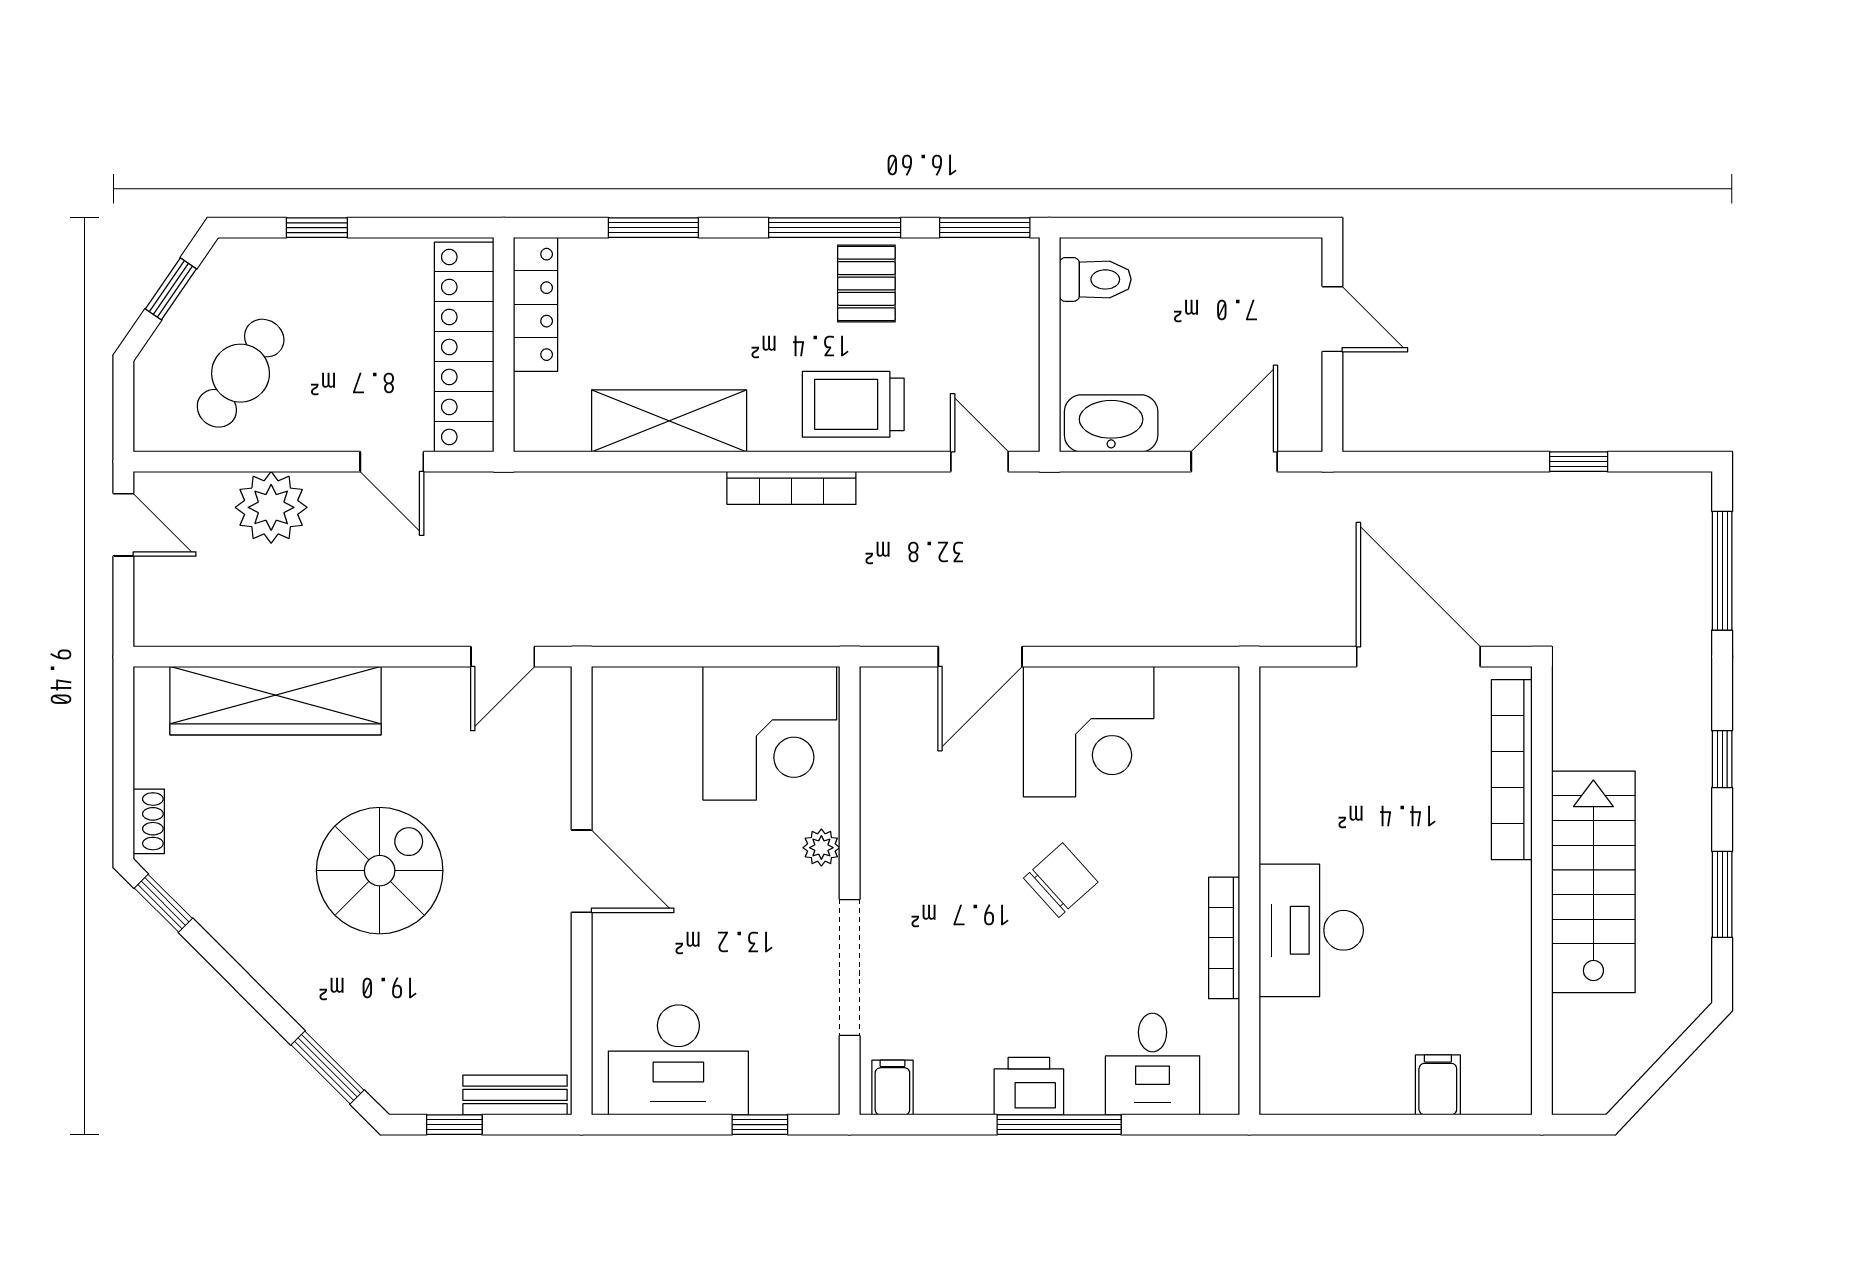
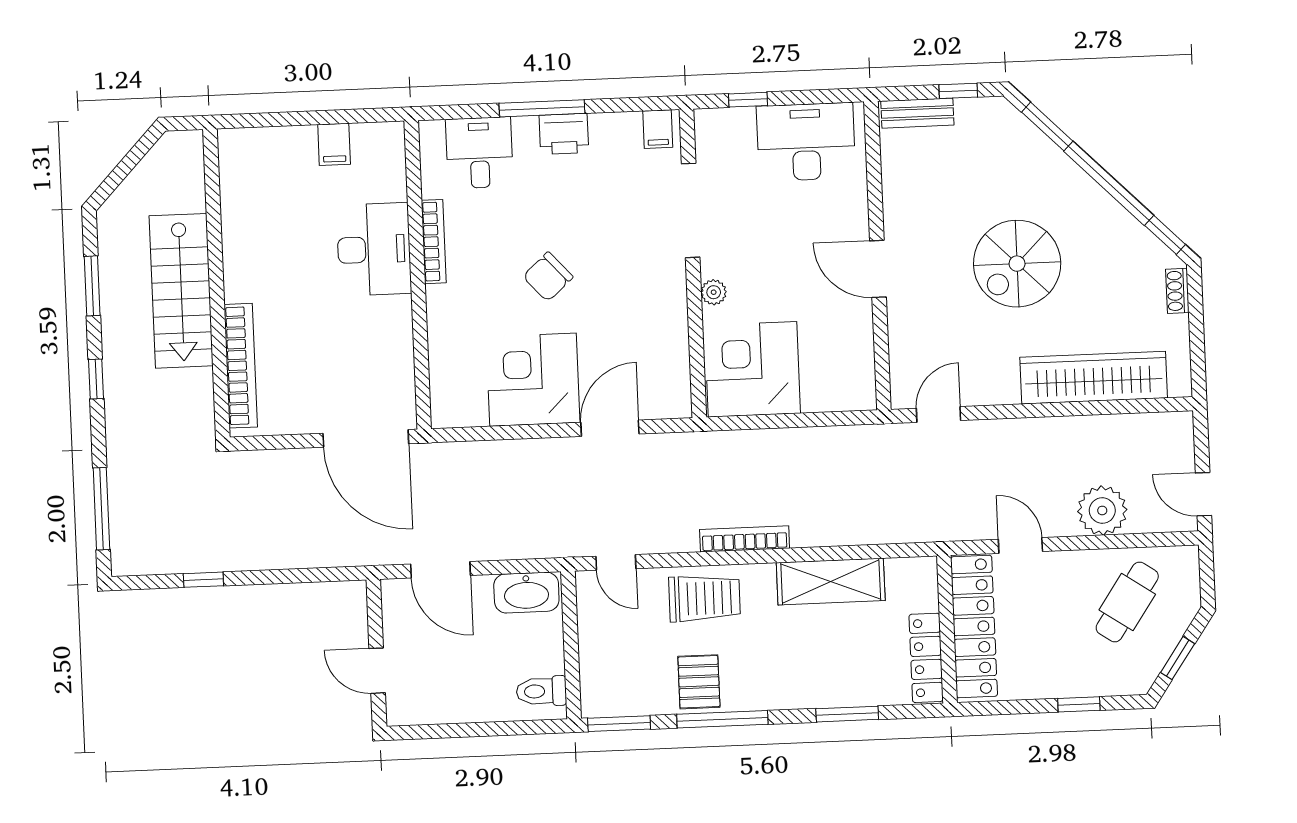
door: (1234, 462) -> (440, 570), hinge flipped
door: (1418, 657) -> (366, 438), moved
filing cabinet: (1438, 1085) -> (334, 144), moved

